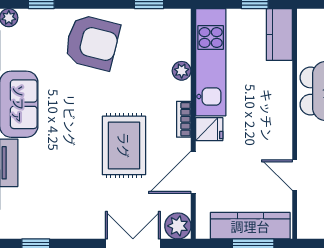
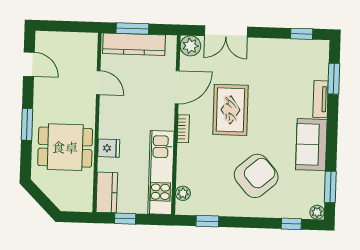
armchair: (92, 42) -> (256, 176), moved, turned 125
plant: (182, 71) -> (183, 193), moved
fridge: (209, 129) -> (109, 148), moved, turned 180

